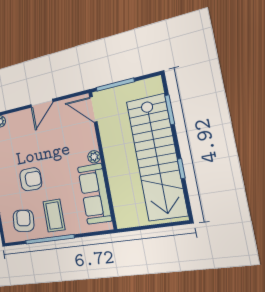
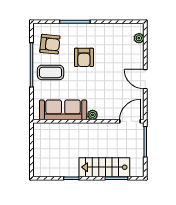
stairs: (157, 158) -> (104, 167), width x0.54, depth x0.66

